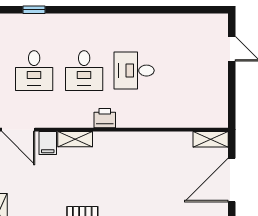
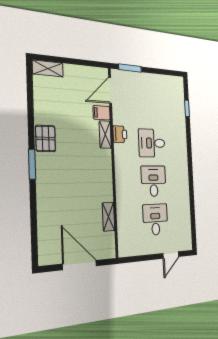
desk: (34, 71) -> (155, 219), moved, turned 90
printer: (105, 118) -> (120, 134), moved
shelving: (211, 139) -> (108, 217), moved

